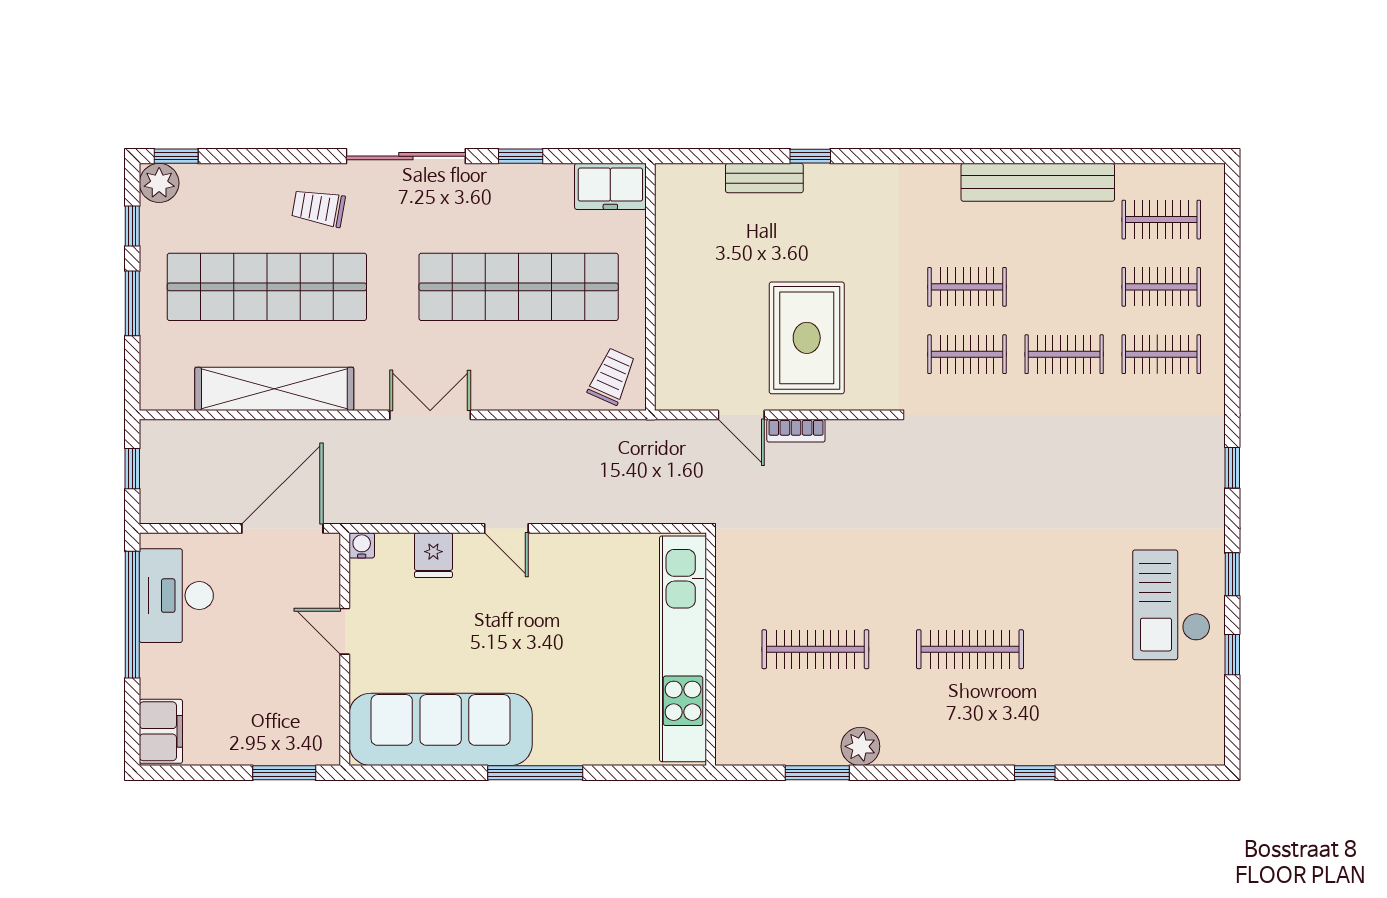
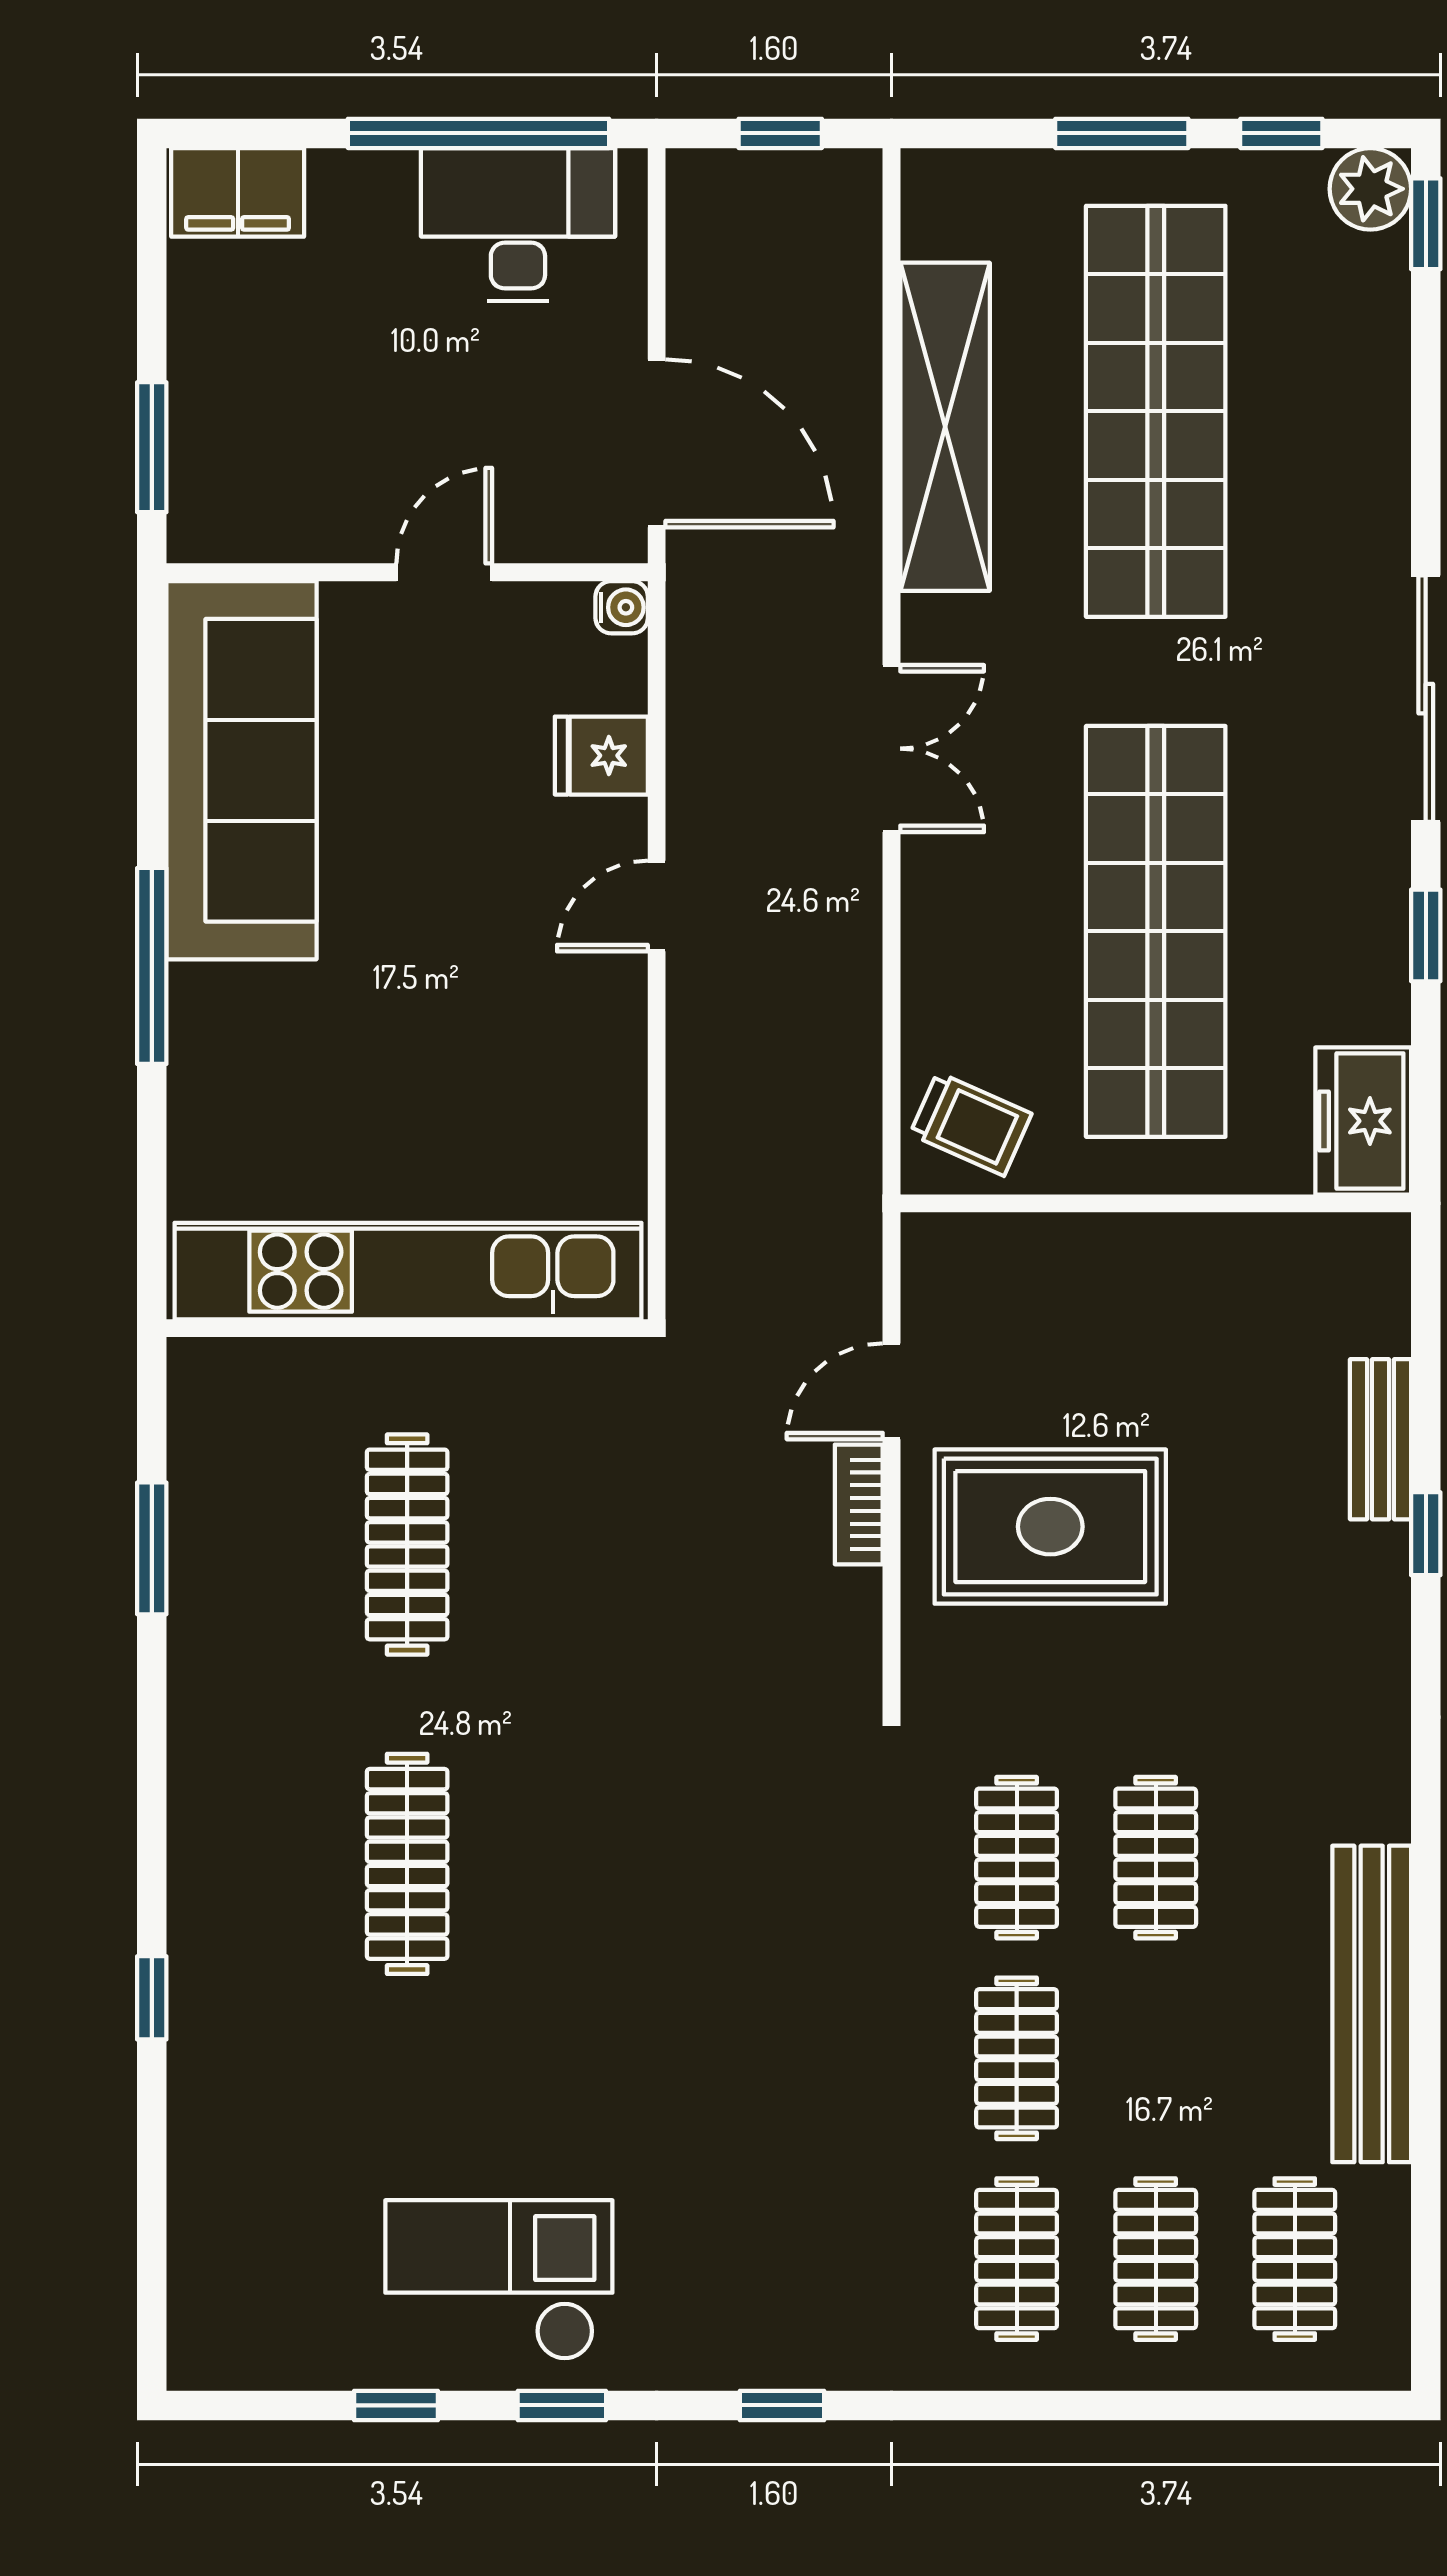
trolley: (319, 208) -> (1319, 518), removed
plant: (860, 746) -> (206, 1638), removed

